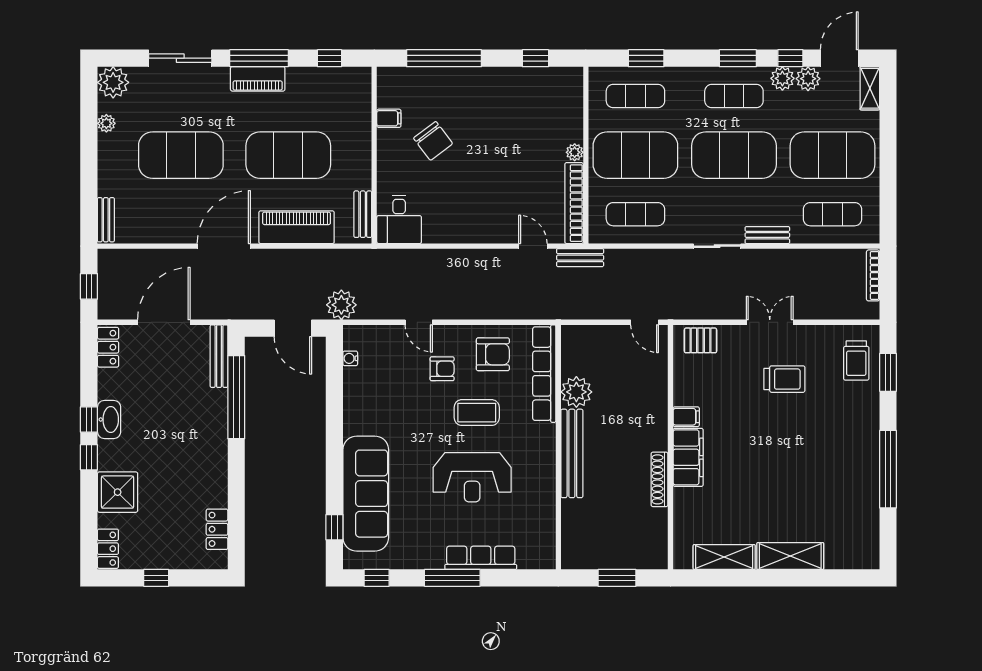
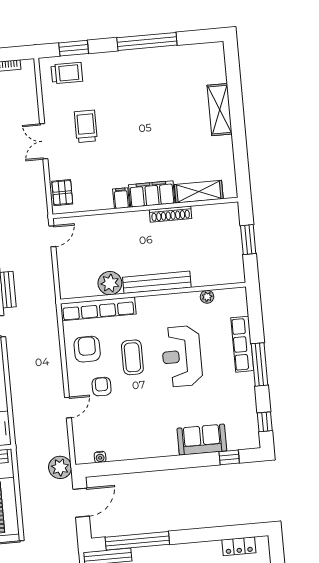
reception desk: (472, 477) -> (182, 356), turned 180
sofa: (366, 494) -> (202, 440), width x0.54, depth x0.79
plant: (547, 517) -> (207, 297), added
shelving: (724, 557) -> (199, 192), moved, turned 90

